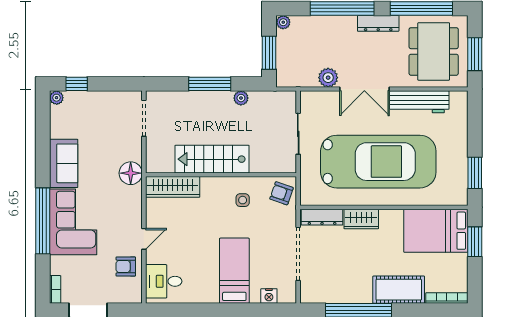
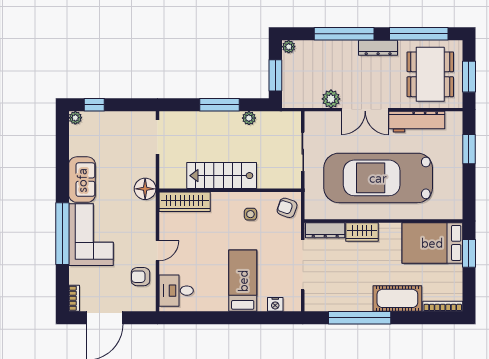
car: (378, 162) -> (378, 178), turned 180
window: (475, 173) -> (469, 149), moved

